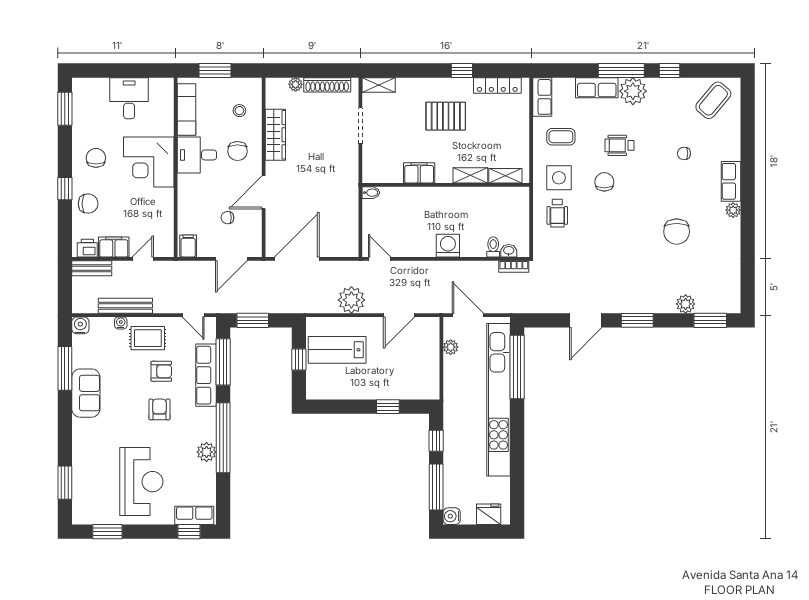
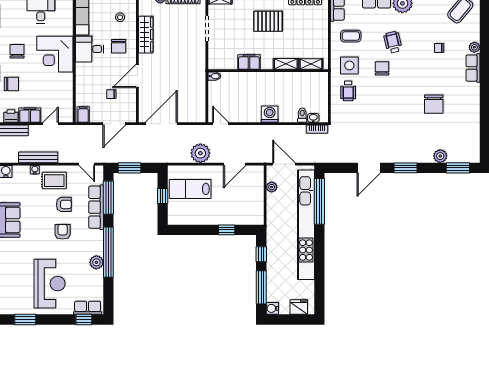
wheelchair: (620, 145) -> (393, 42), turned 77
plant: (733, 210) -> (474, 47), moved

